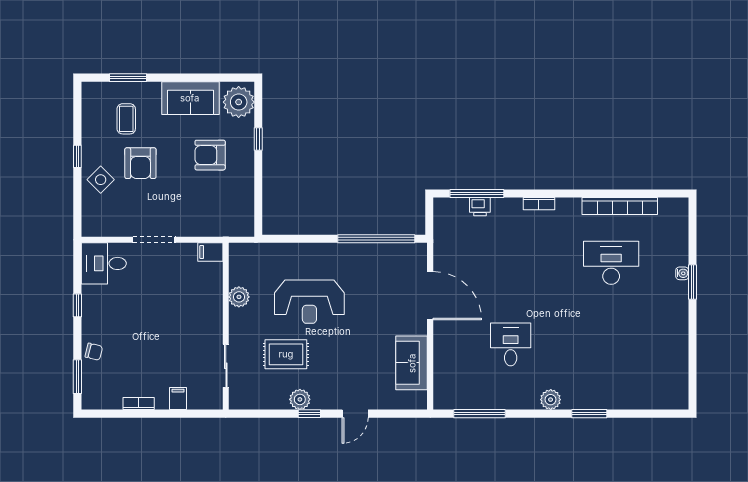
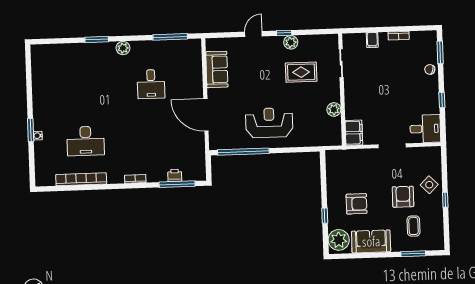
filing cabinet: (210, 252) -> (354, 133), width x2.00
reception desk: (309, 302) -> (269, 123), moved

